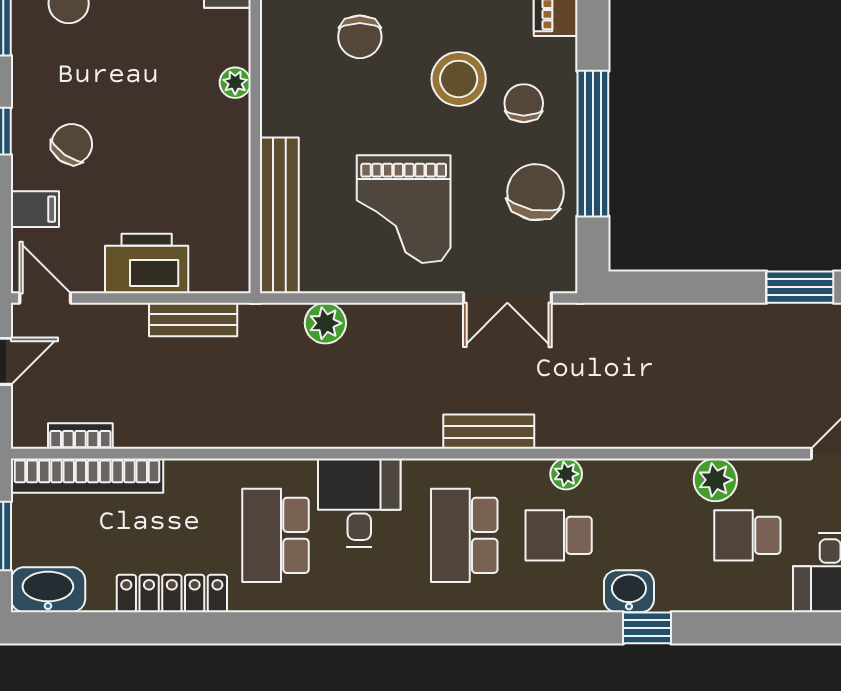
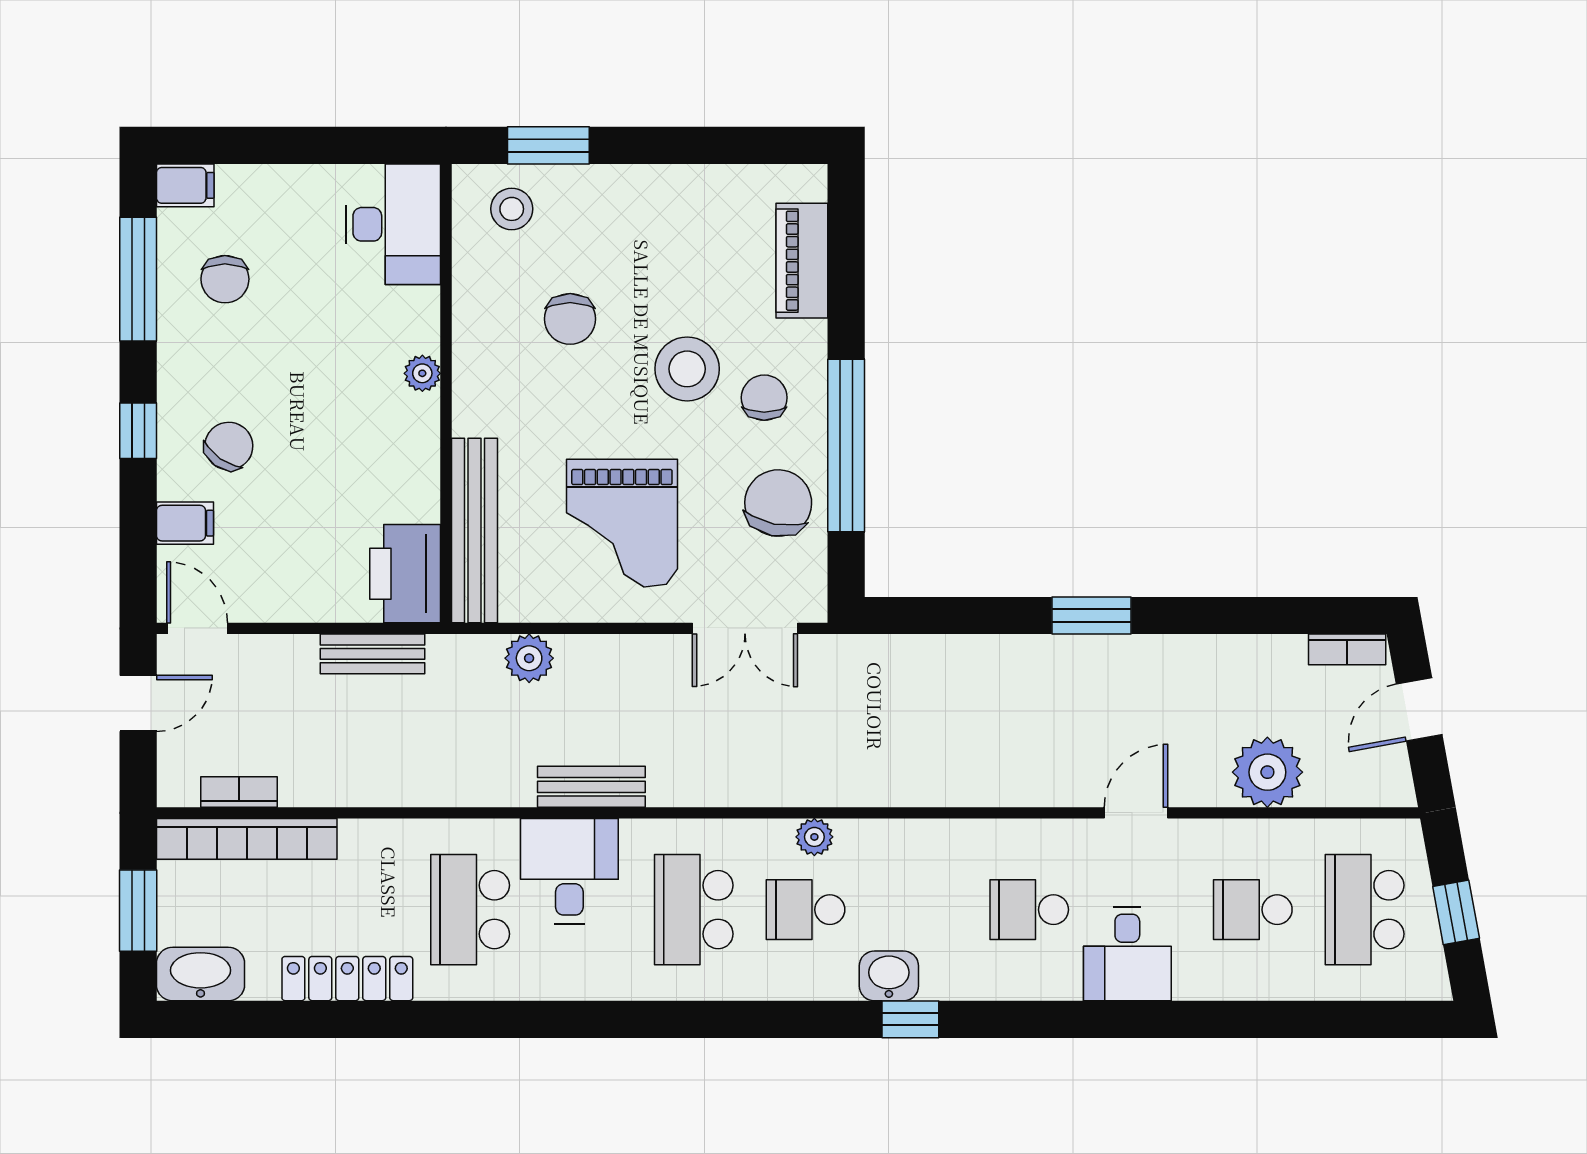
printer: (147, 263) -> (405, 574), moved, turned -90
bench: (489, 432) -> (591, 787), moved
plant: (715, 480) -> (991, 844), removed

